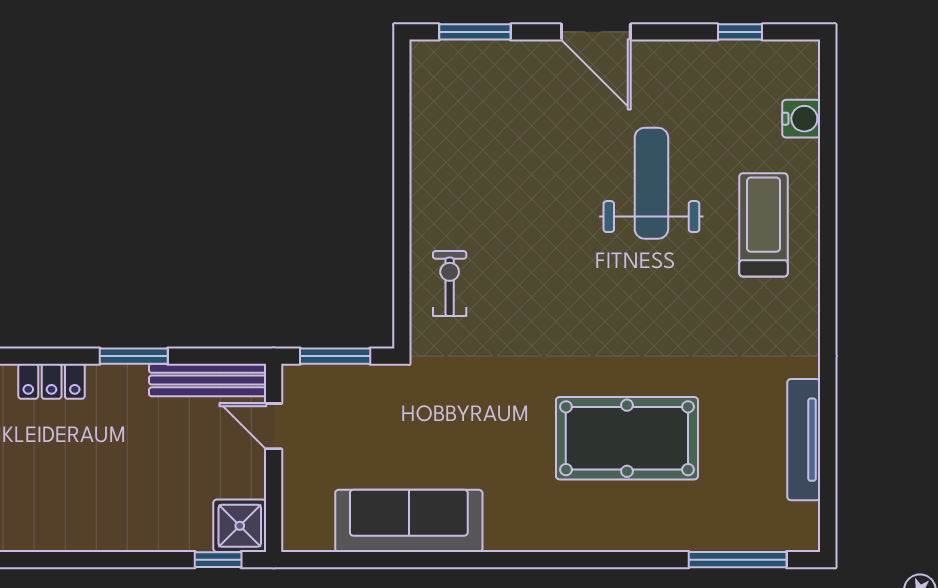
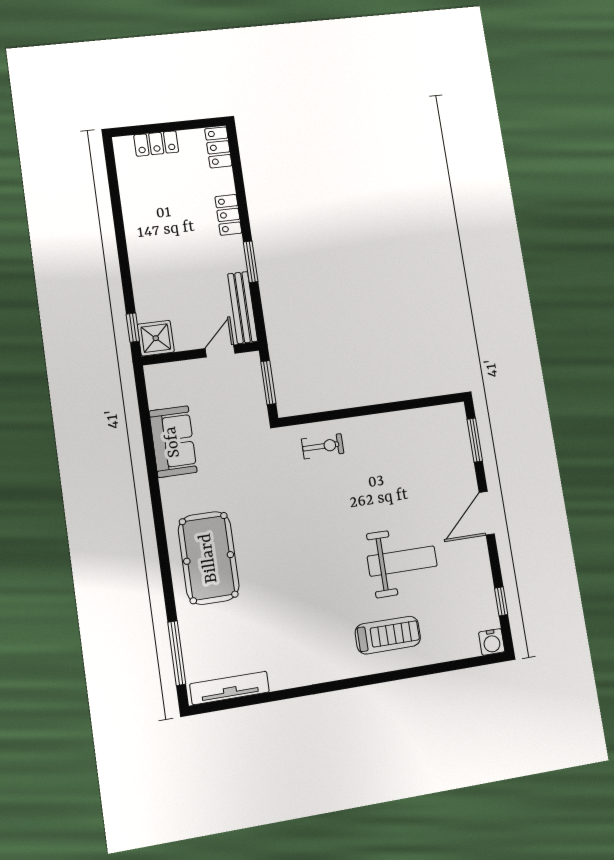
water cooler: (801, 119) -> (492, 642), moved
pool table: (627, 438) -> (209, 558), moved
tv unit: (804, 440) -> (230, 688), moved
sofa: (409, 521) -> (173, 442), width x0.73

